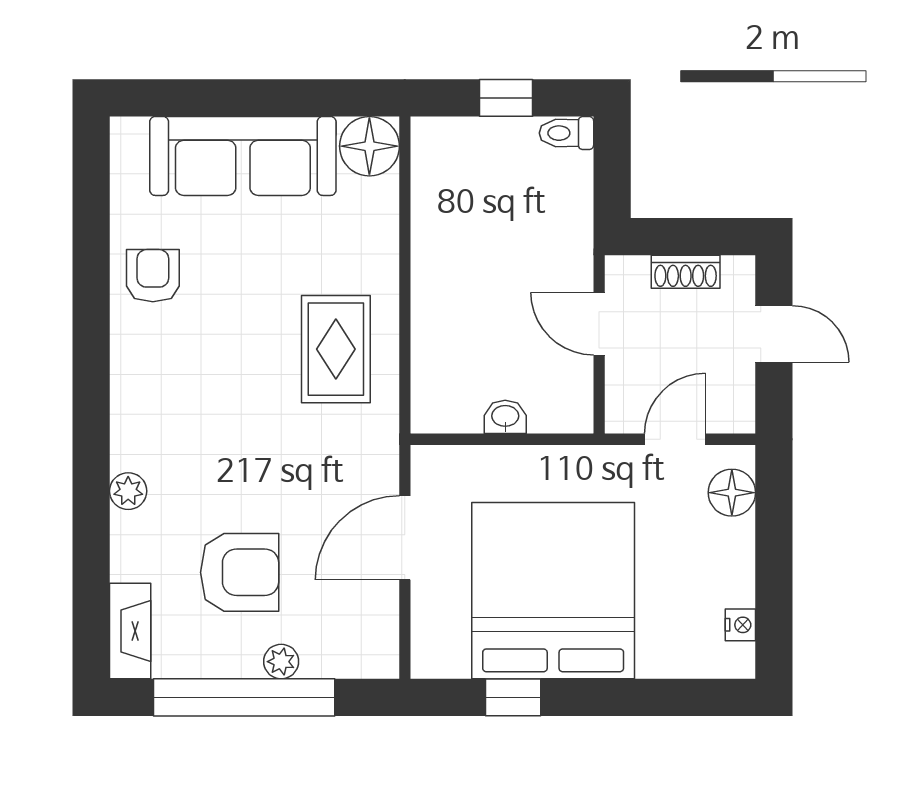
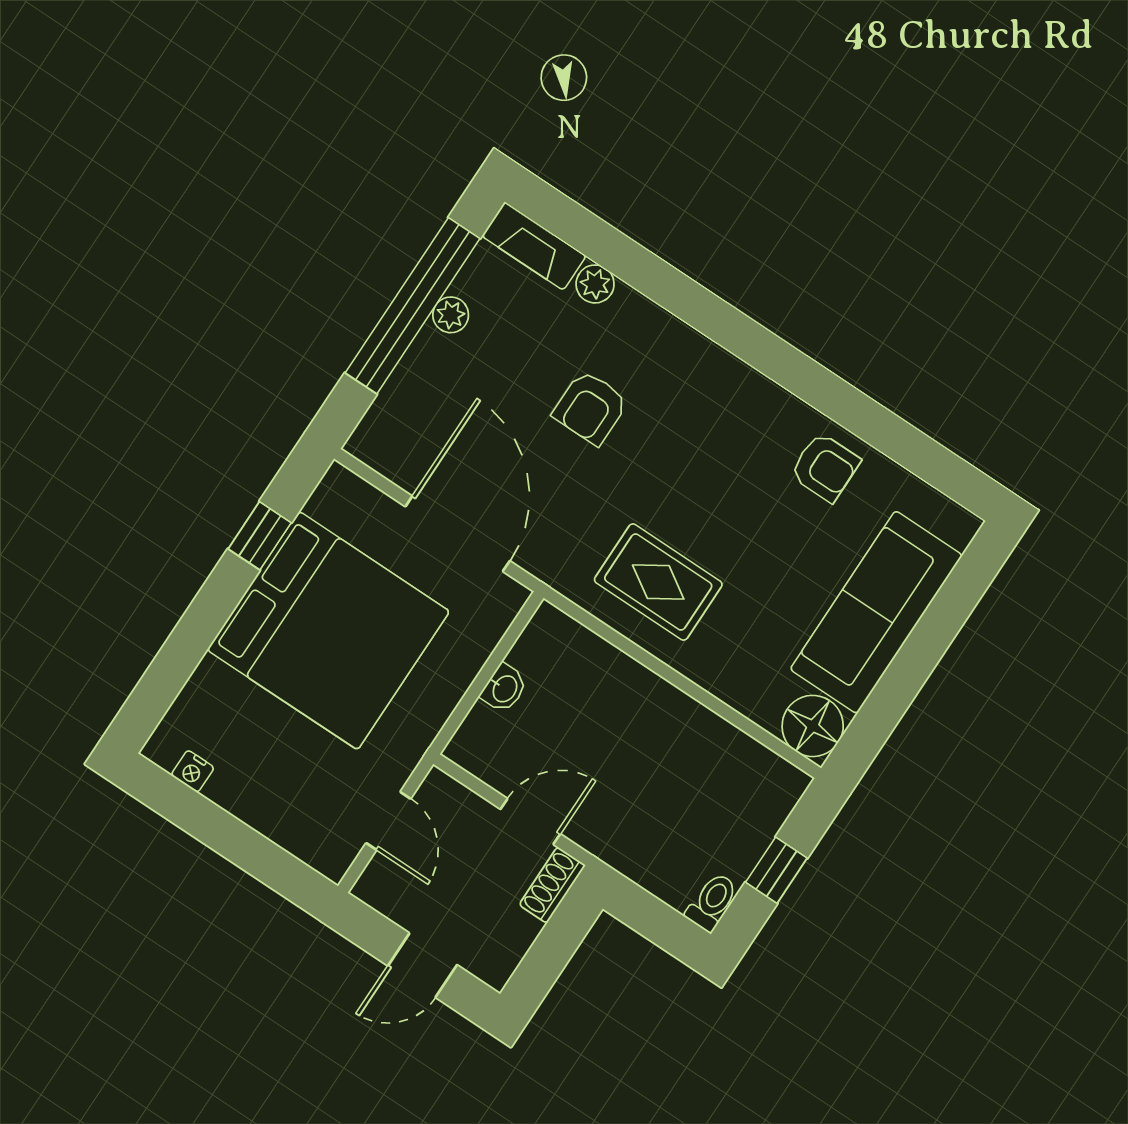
shoe rack: (686, 272) -> (552, 885), moved
plant: (128, 491) -> (595, 284), moved
floor lamp: (732, 493) -> (311, 839), removed
door: (405, 538) -> (458, 534), width x1.36
armchair: (240, 572) -> (590, 408), moved, width x0.72, depth x0.72
plant: (281, 662) -> (451, 315), moved

